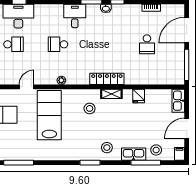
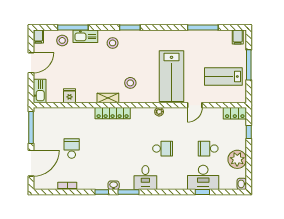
fridge: (139, 96) -> (70, 96), moved

